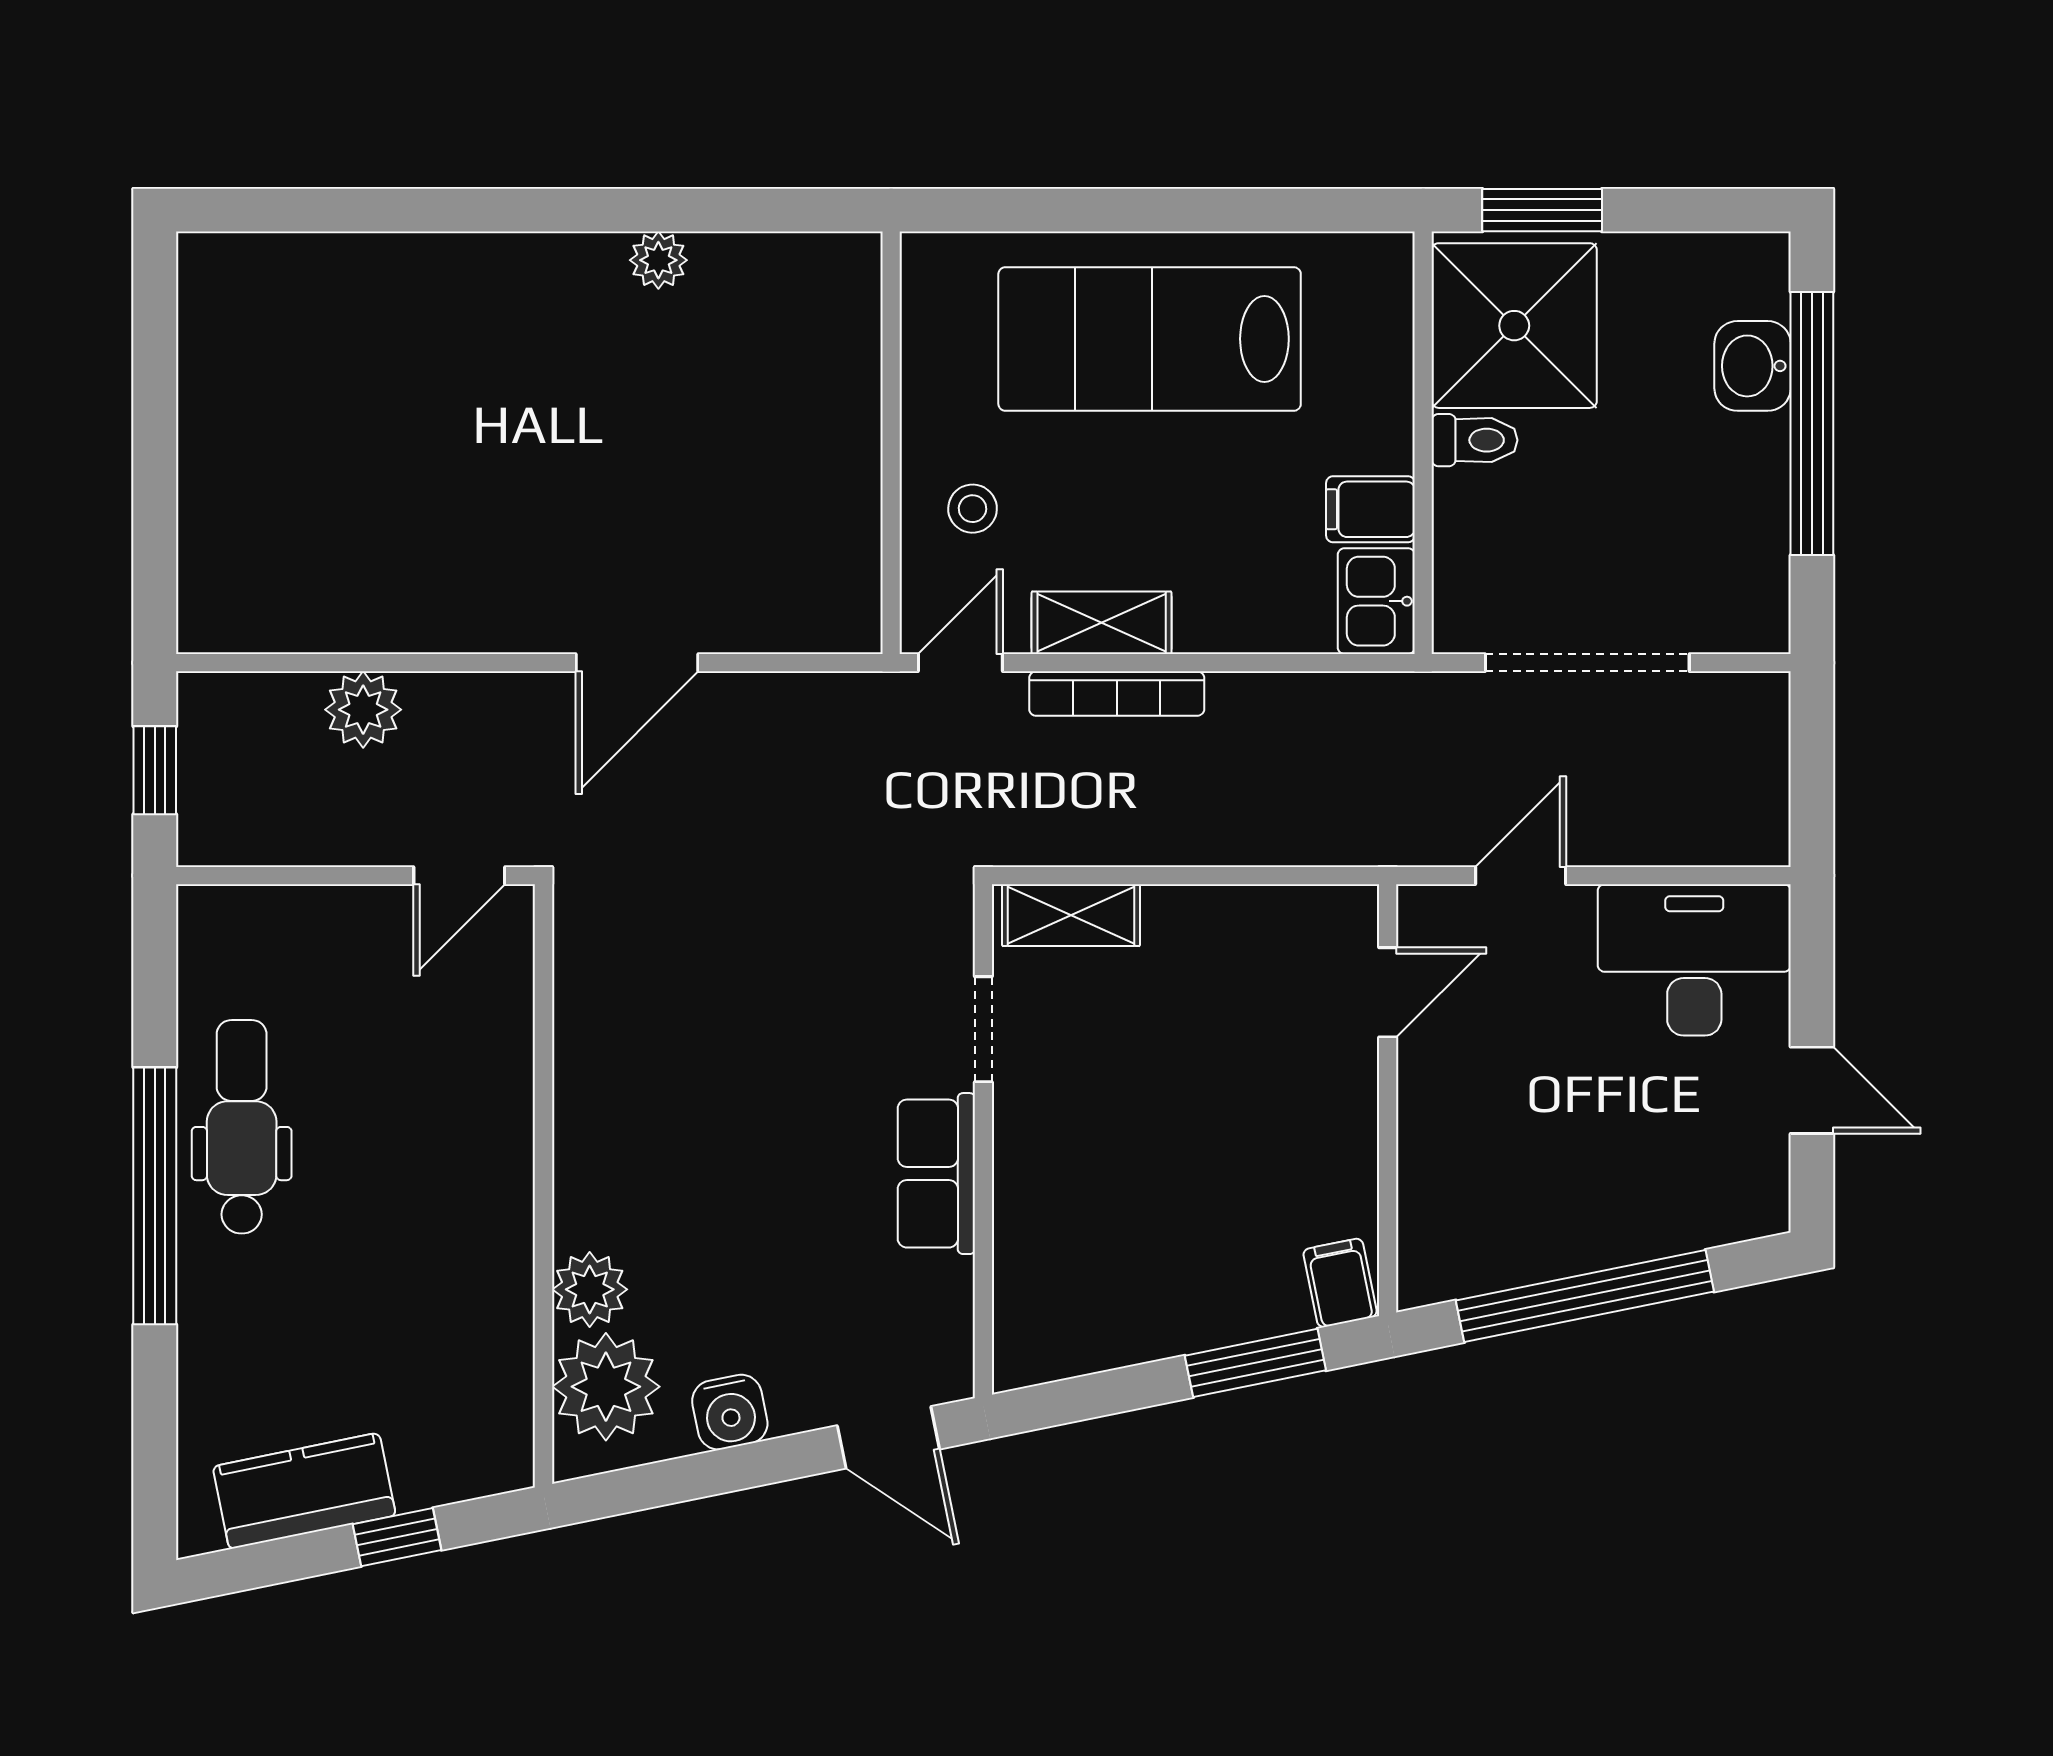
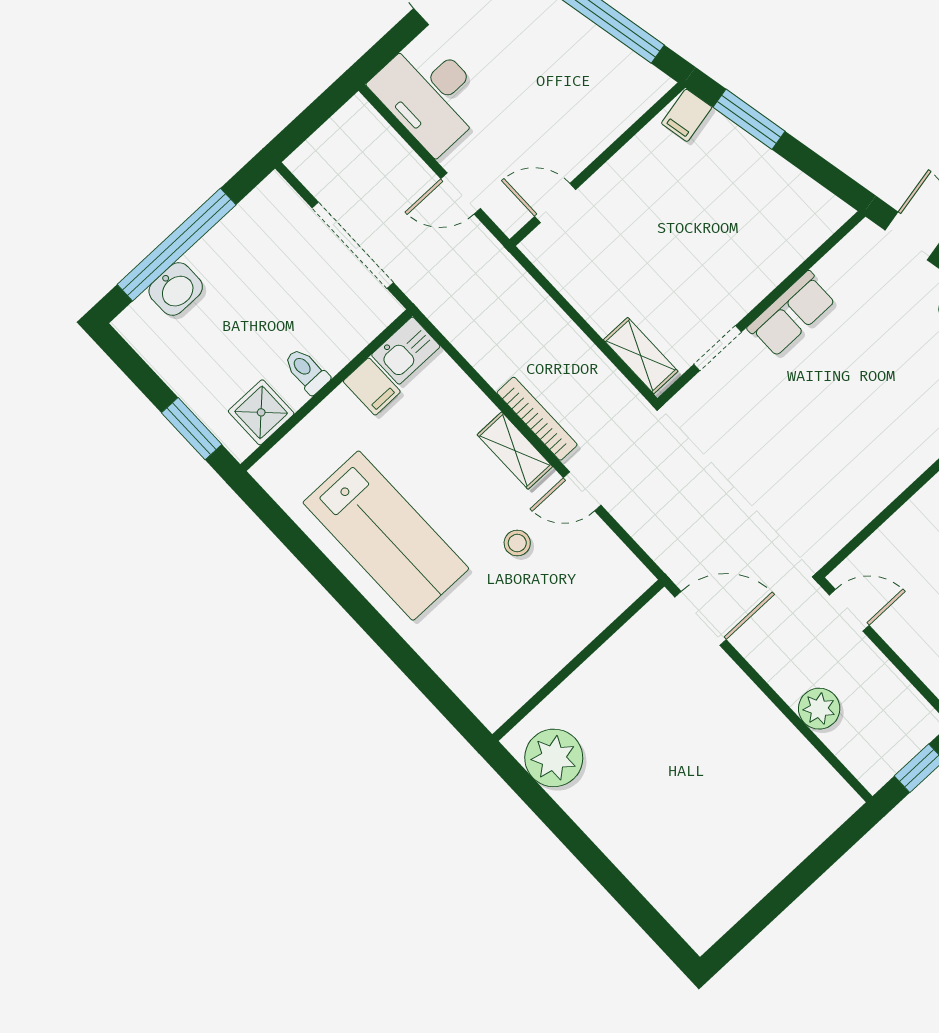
plant: (658, 260) -> (554, 758), width x1.88, depth x1.88
shower: (1514, 326) -> (261, 412), width x0.54, depth x0.54
wall: (891, 443) -> (578, 660), moved

